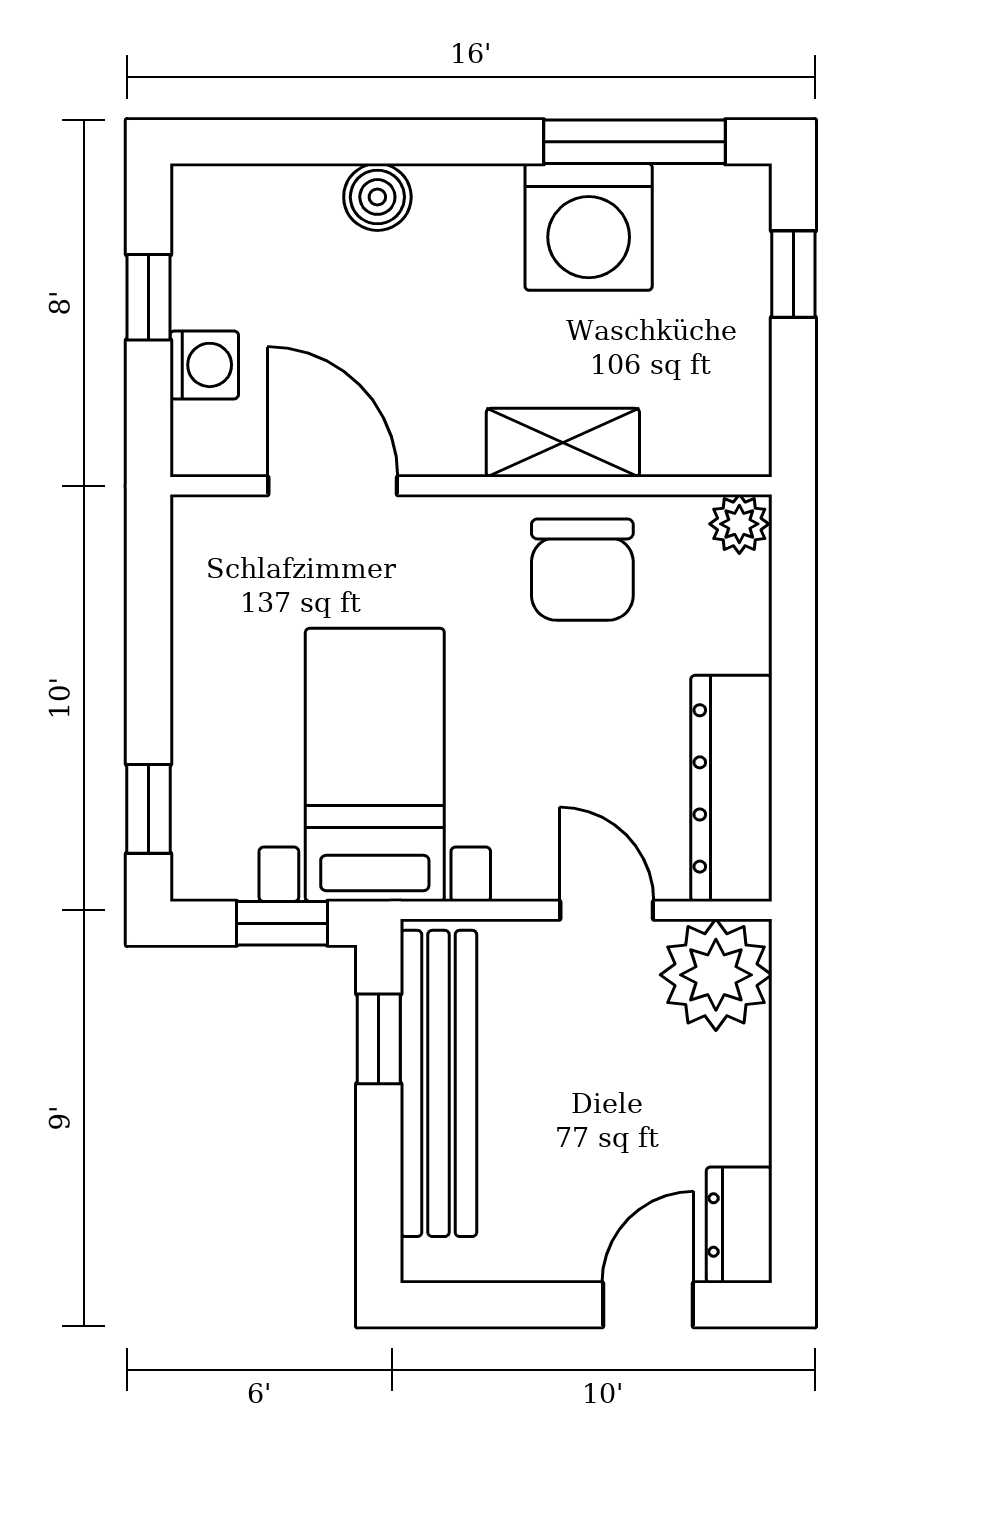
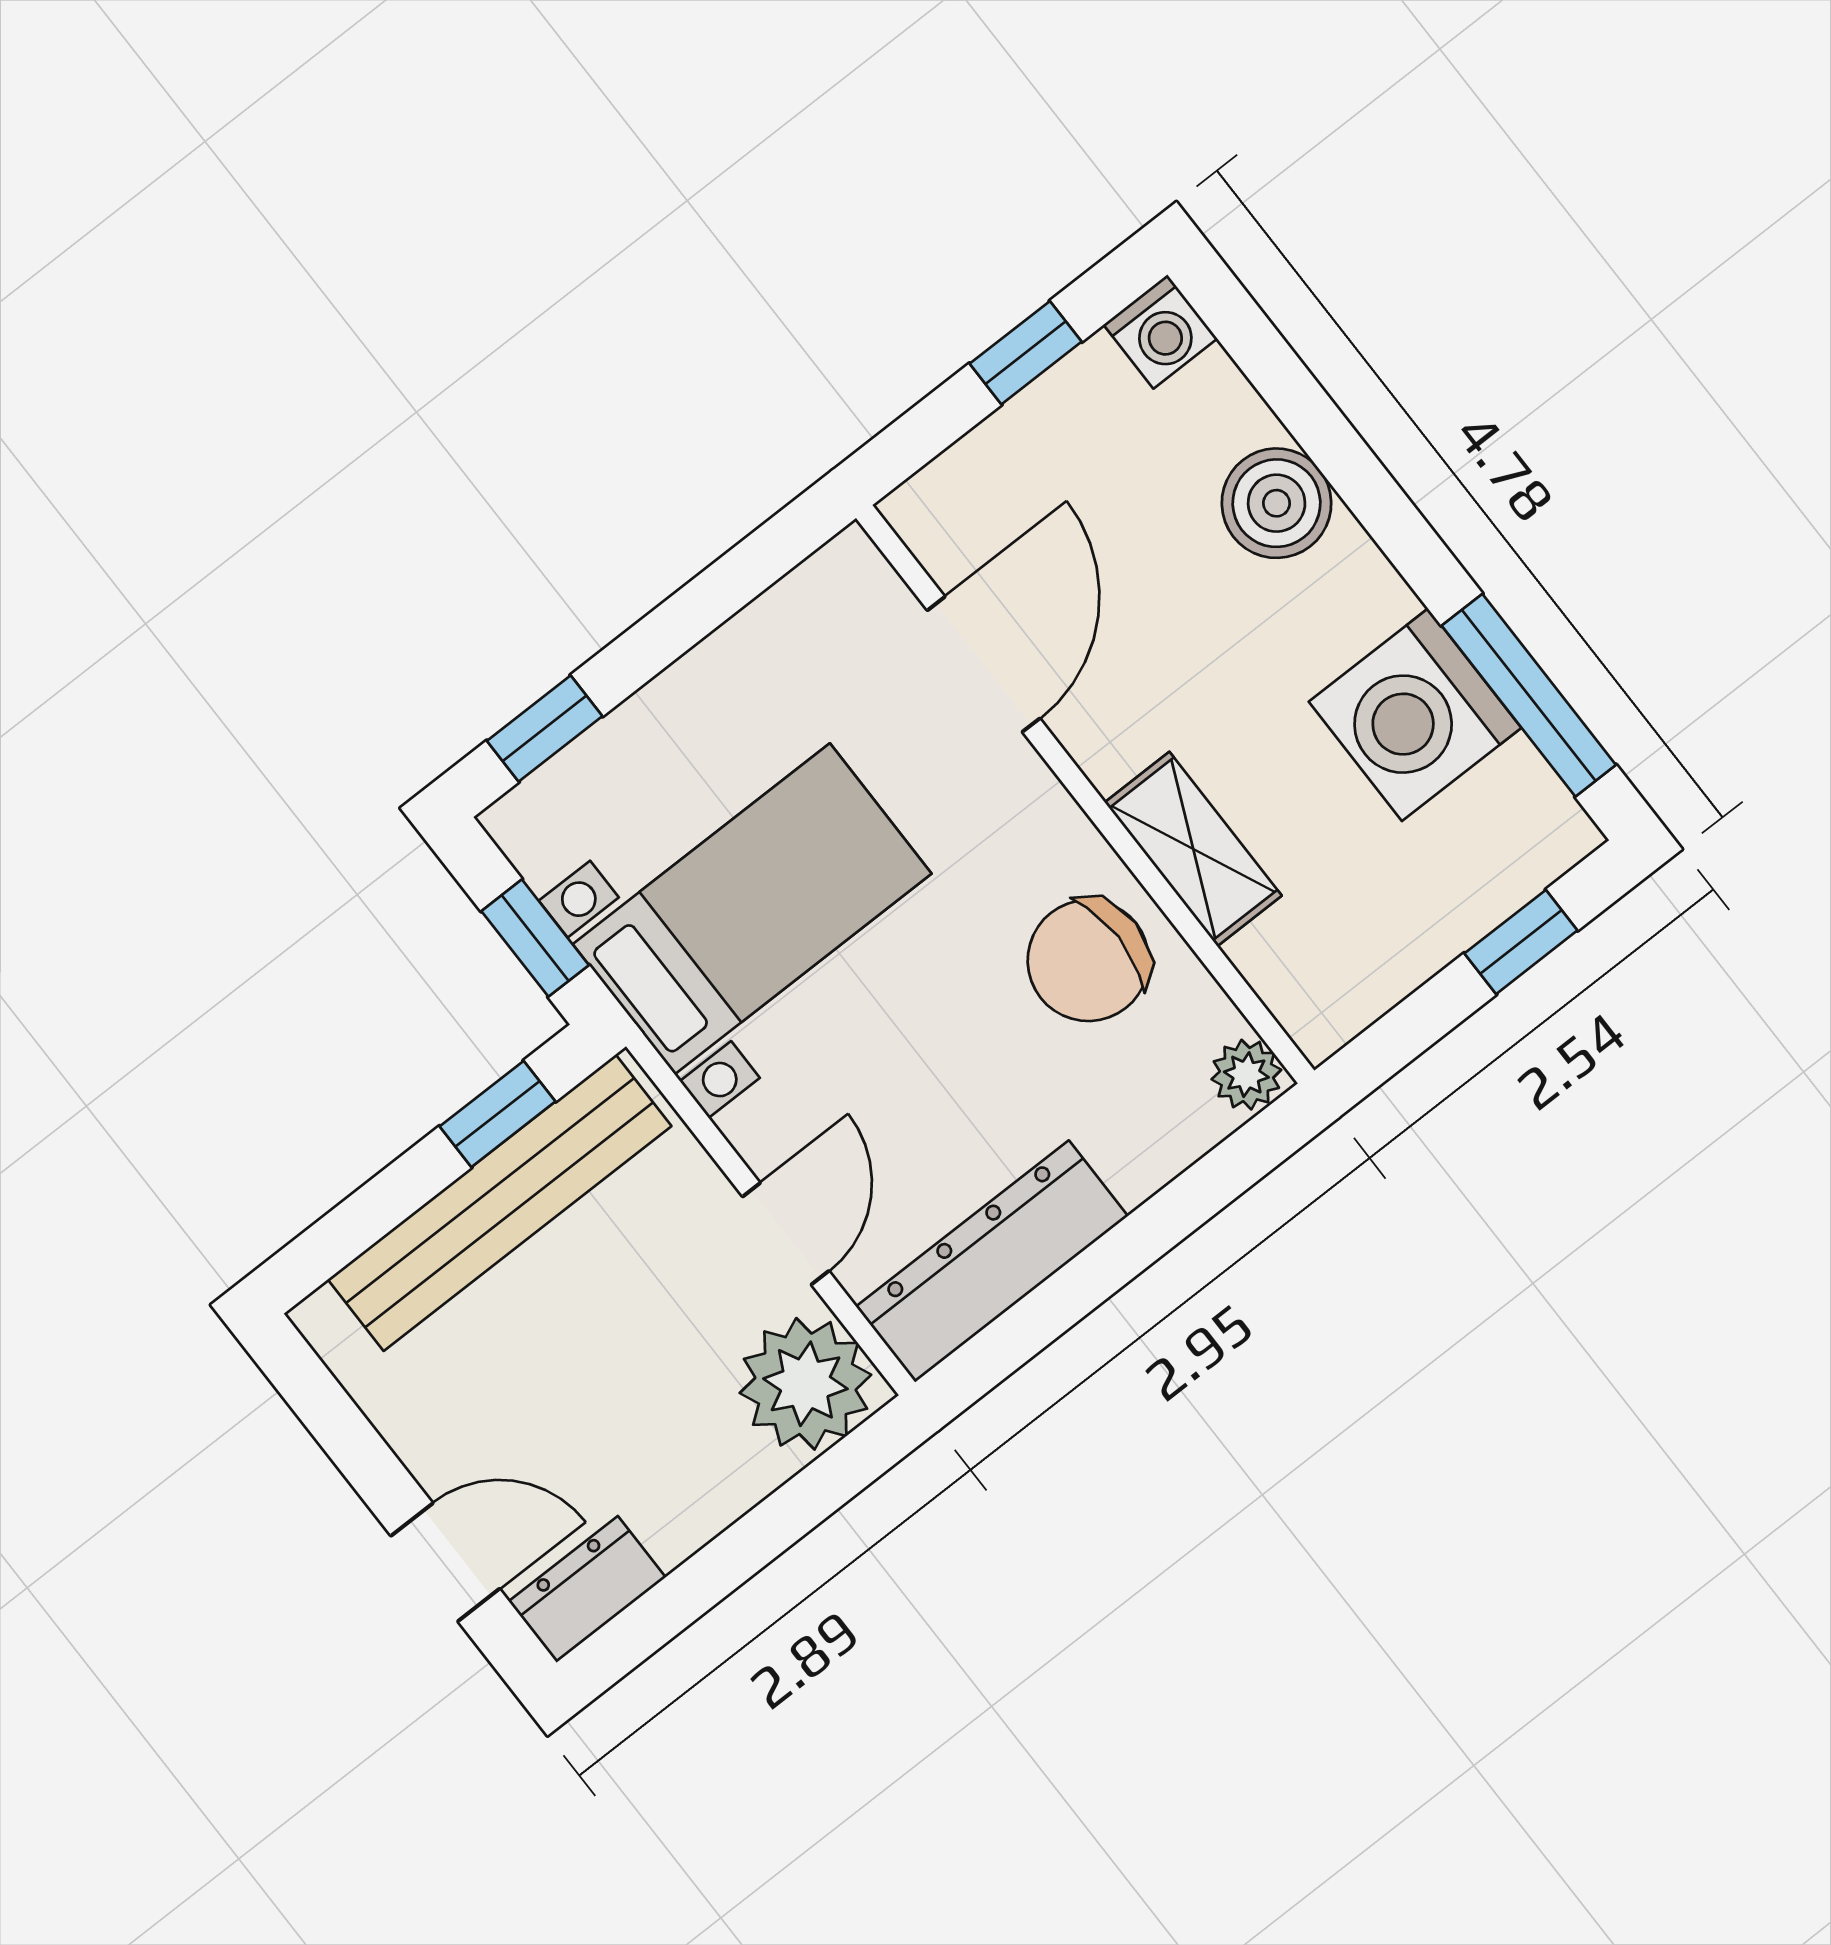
boiler: (377, 197) -> (1277, 503), width x1.36, depth x1.36
washing machine: (204, 365) -> (1160, 332), moved

